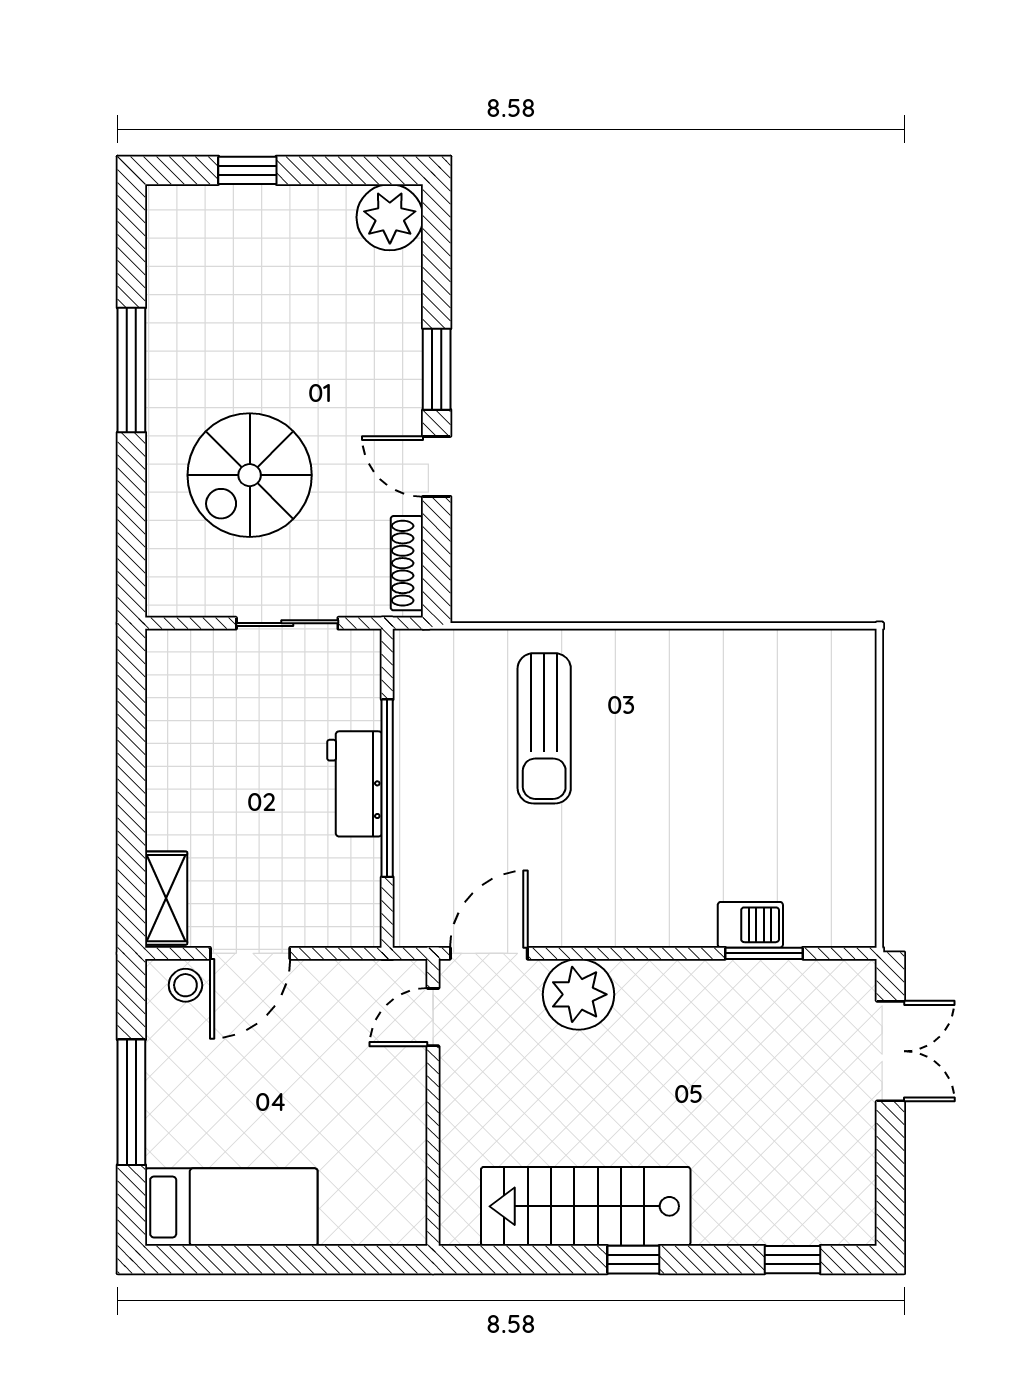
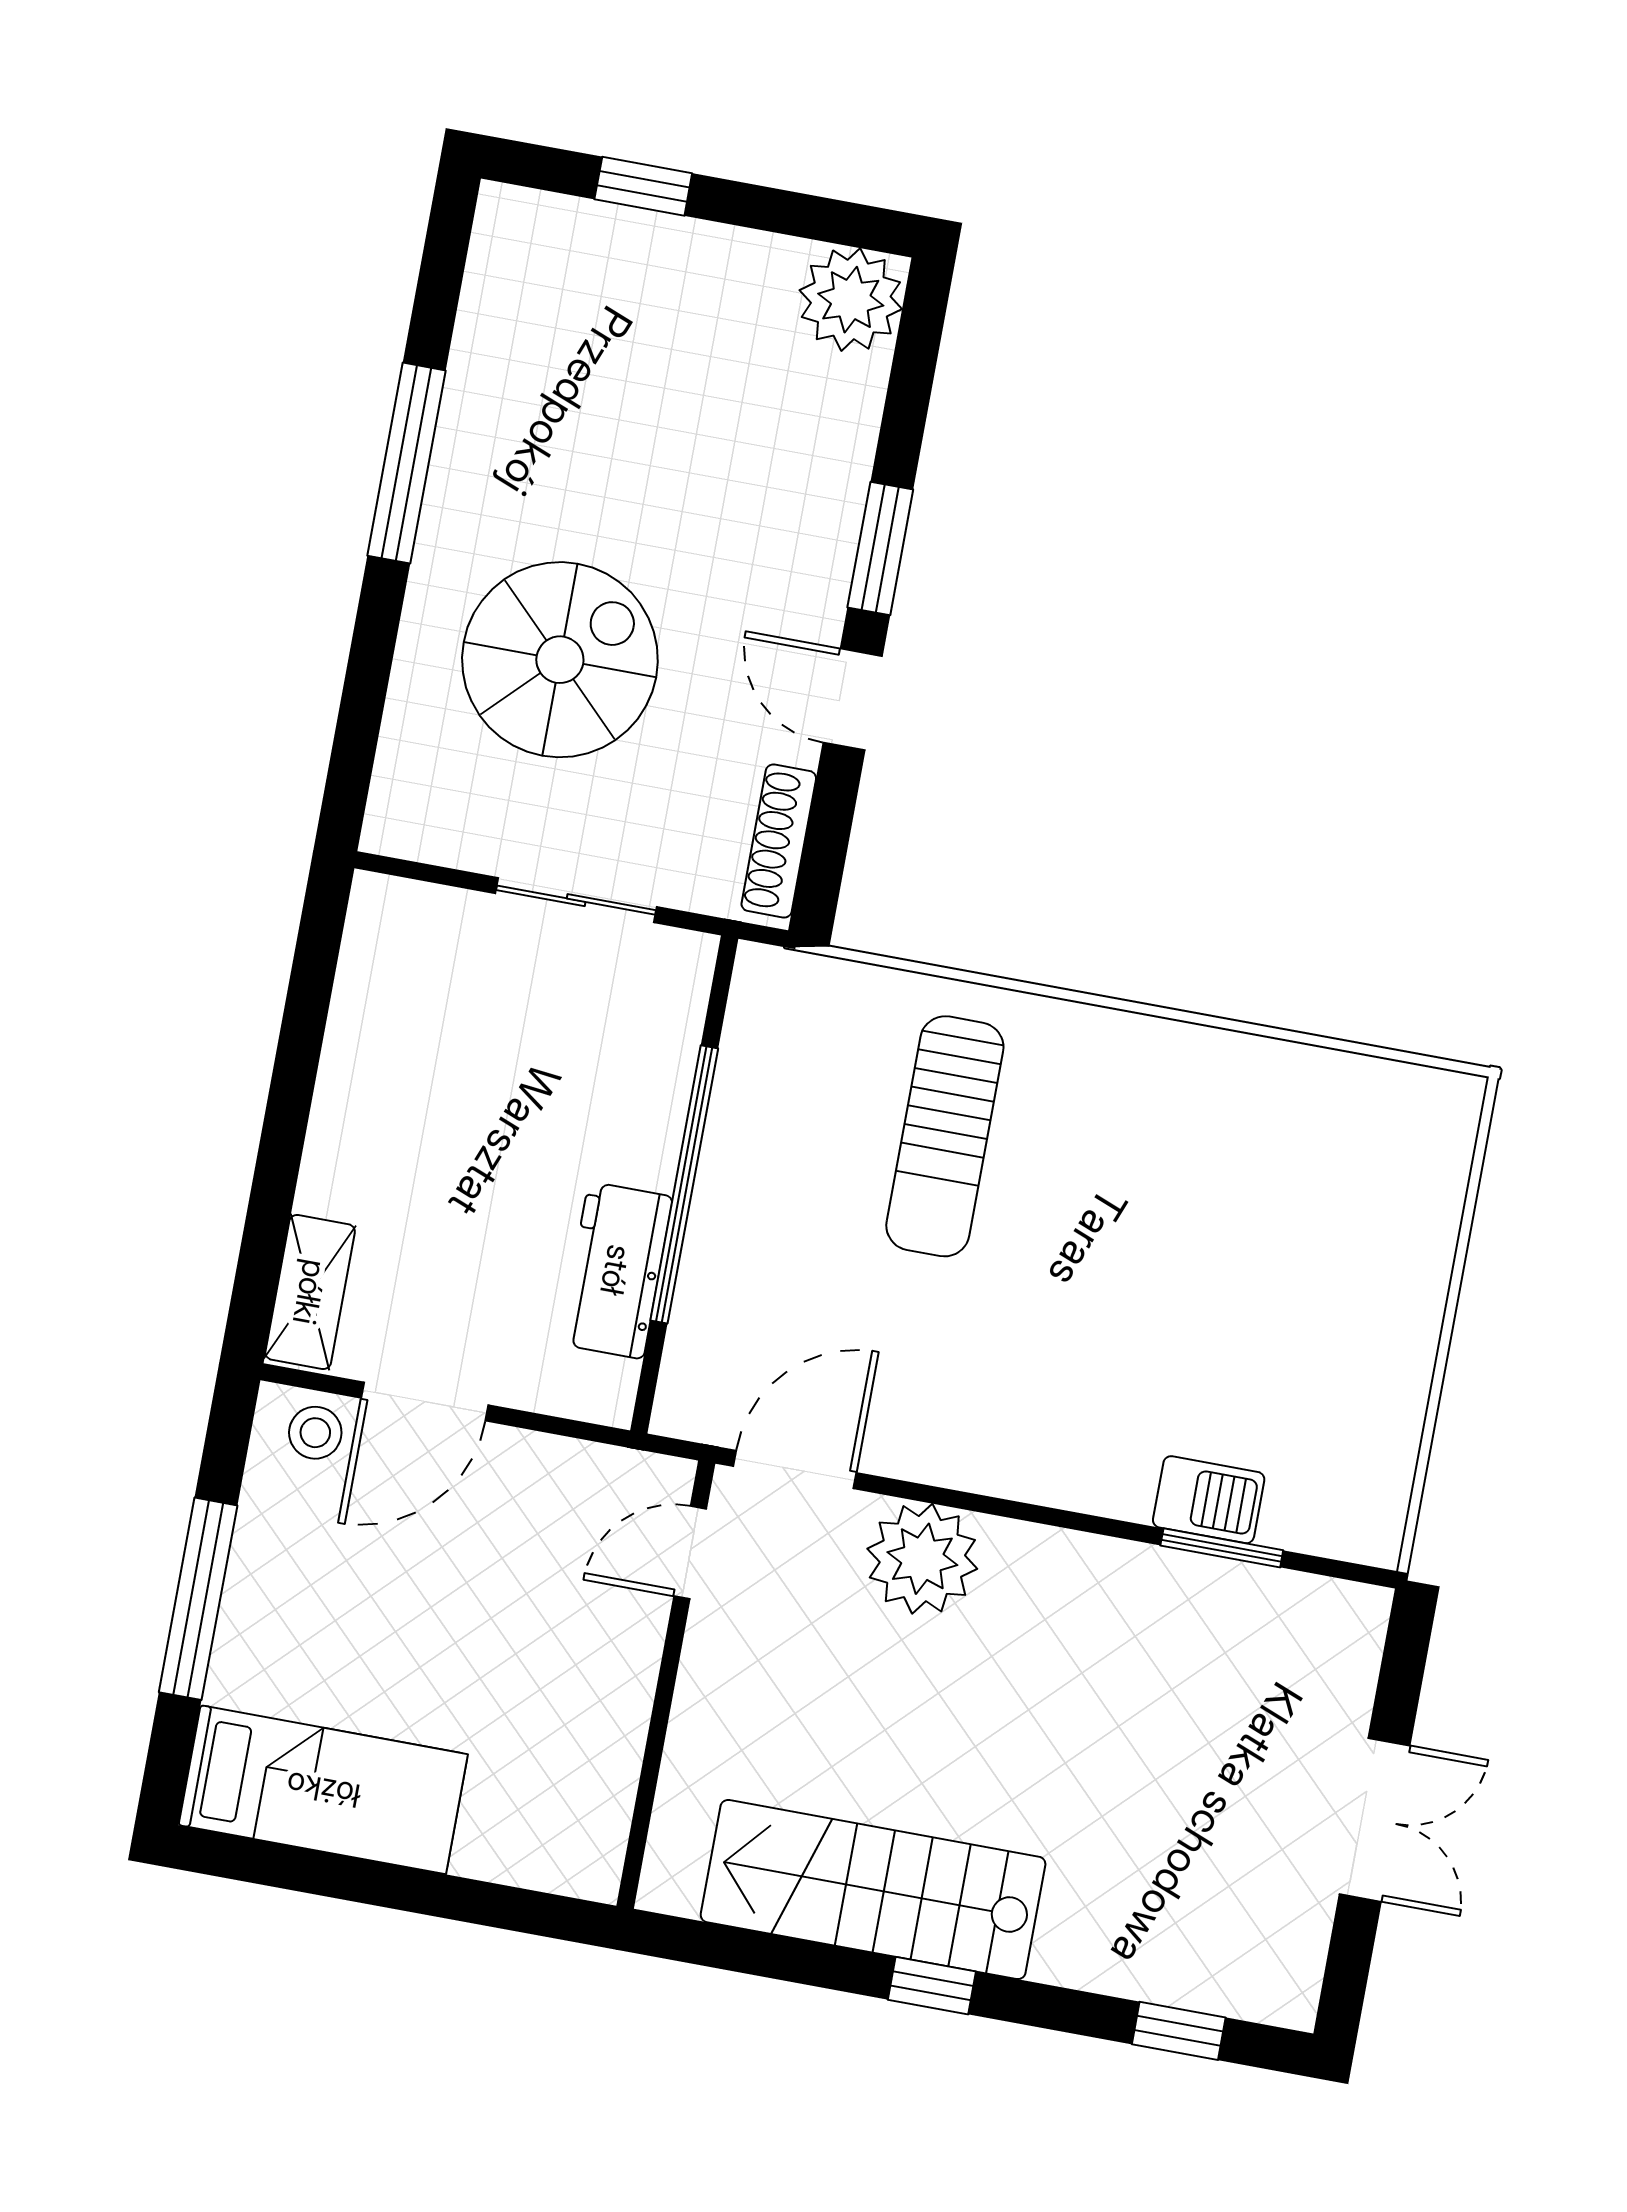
spiral stairs: (250, 475) -> (560, 660), turned 180
workbench: (354, 784) -> (616, 1270), moved
double door: (890, 1051) -> (1375, 1820), moved

